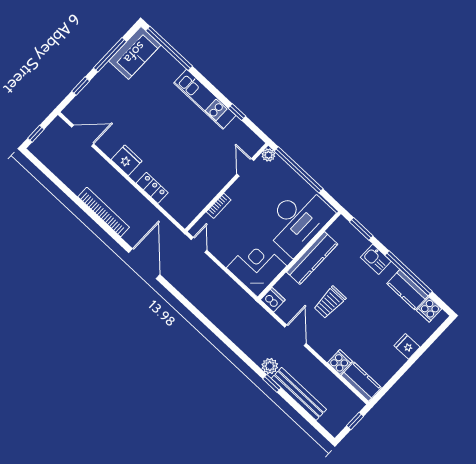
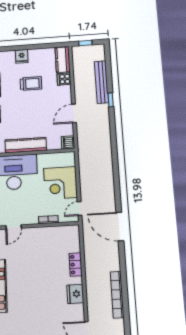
bookcase: (104, 212) -> (117, 295), moved
door: (144, 264) -> (120, 227), hinge flipped
corner desk: (257, 267) -> (61, 183), moved
trolley: (330, 302) -> (31, 84), moved
plant: (270, 366) -> (103, 110), removed

